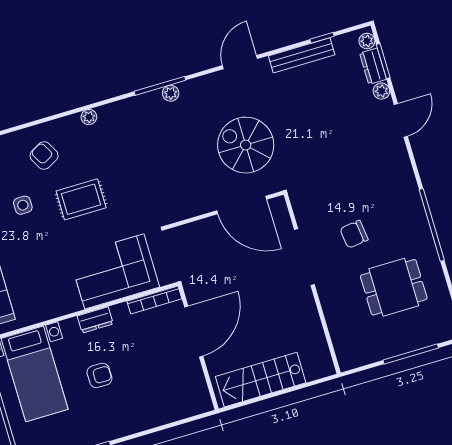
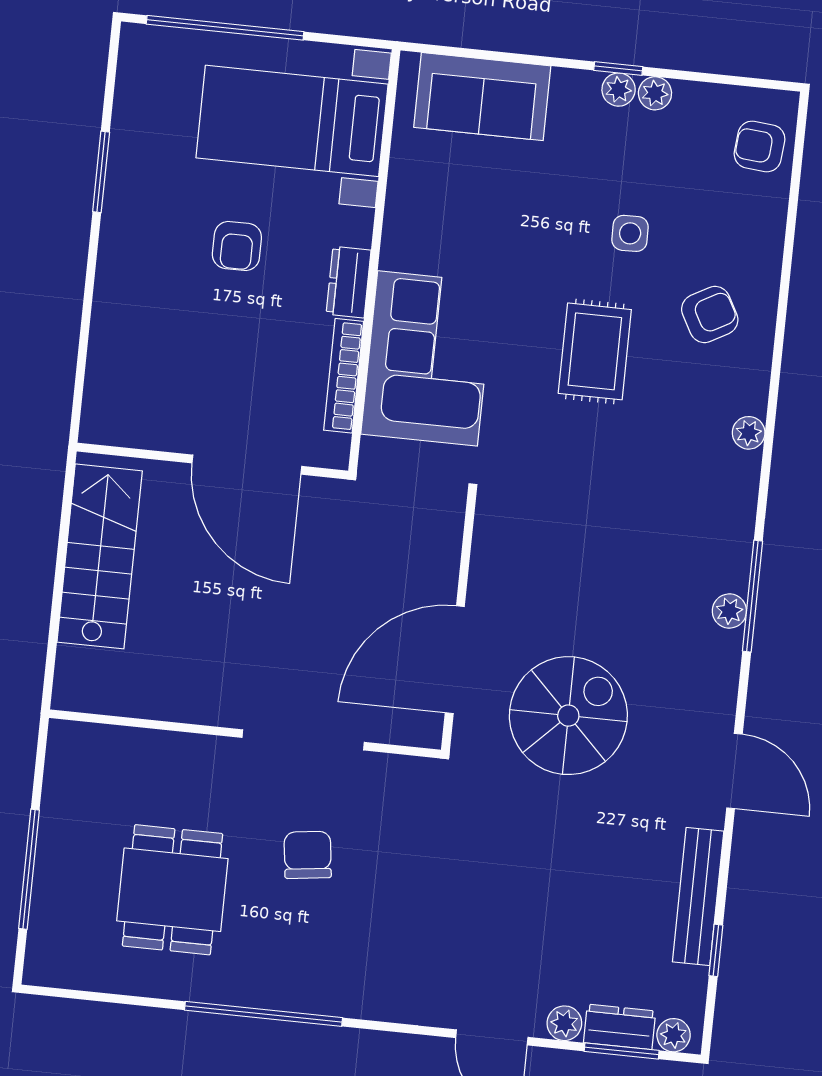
bookcase: (154, 300) -> (344, 376), moved

